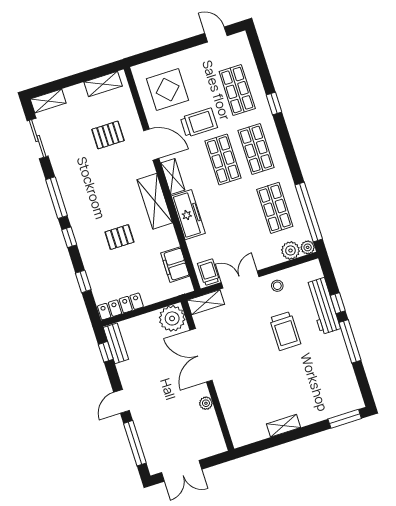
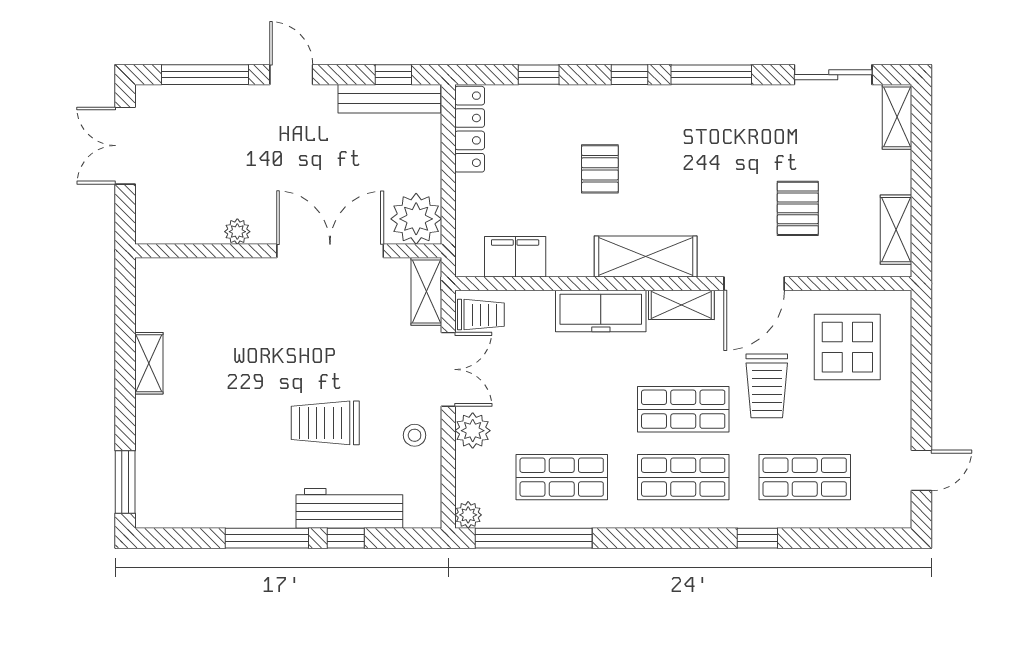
plant: (290, 250) -> (473, 431), moved
bench: (116, 343) -> (389, 99), width x1.36

